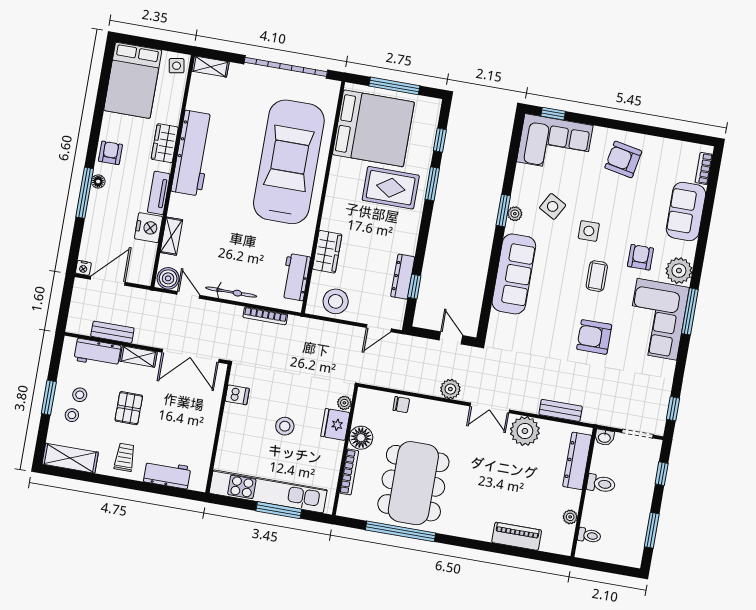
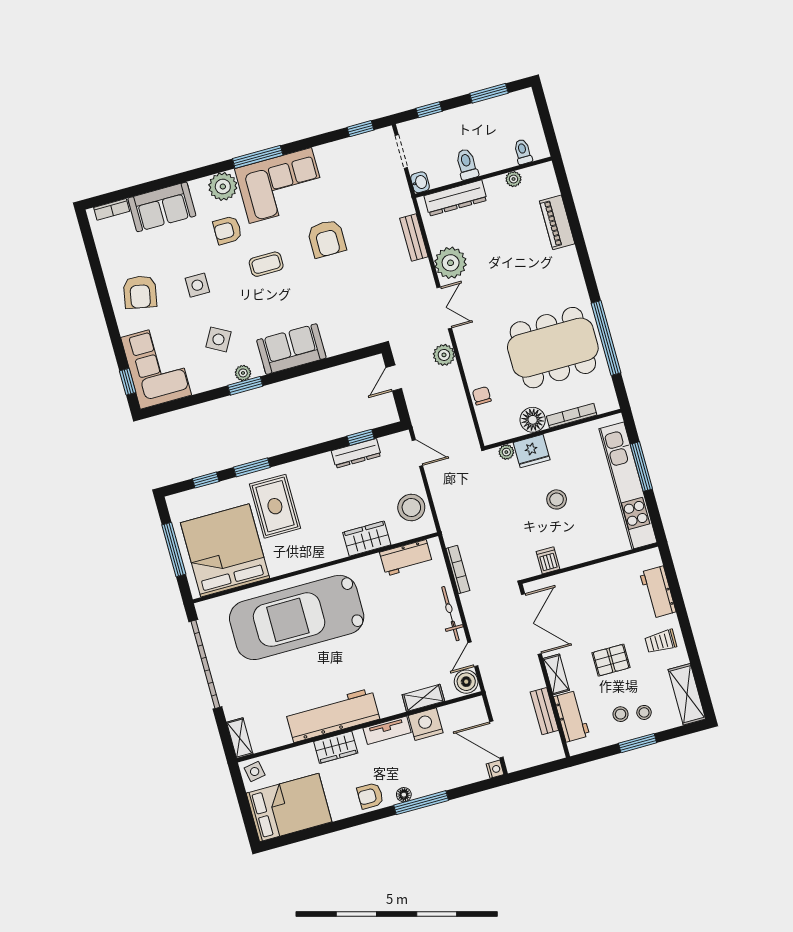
side table: (589, 231) -> (197, 285), moved
sofa: (514, 274) -> (291, 349), width x0.73

